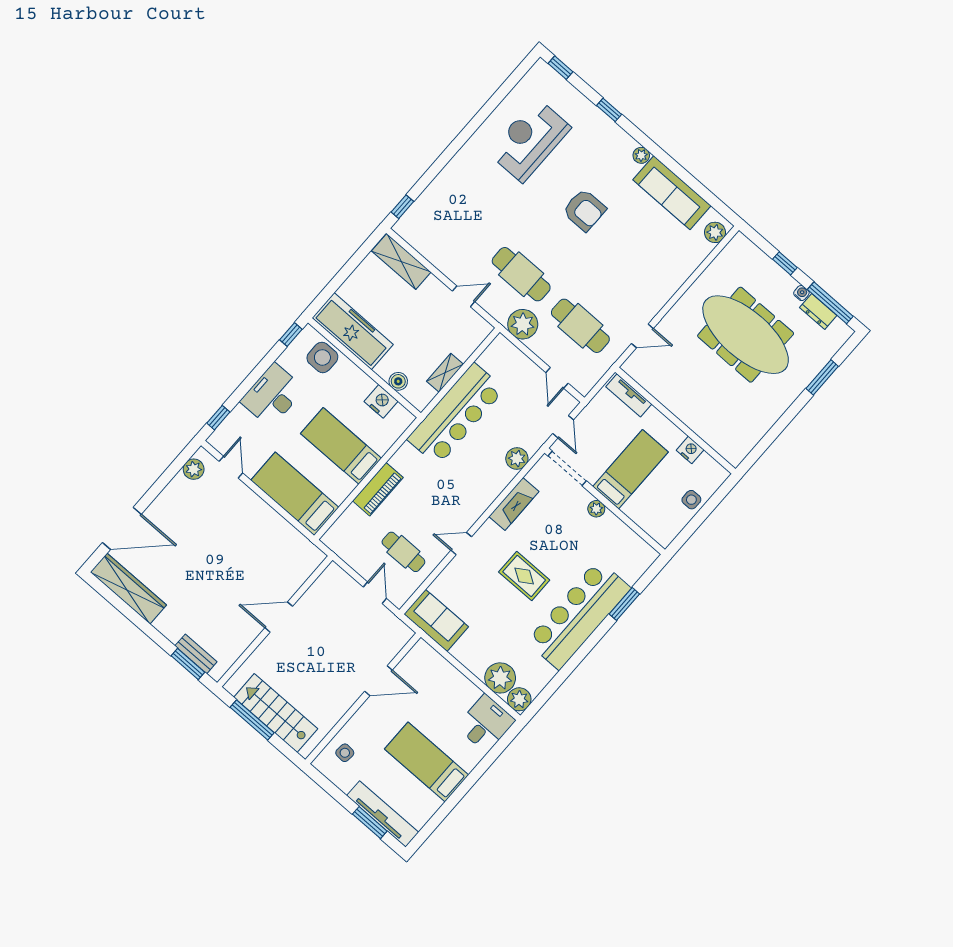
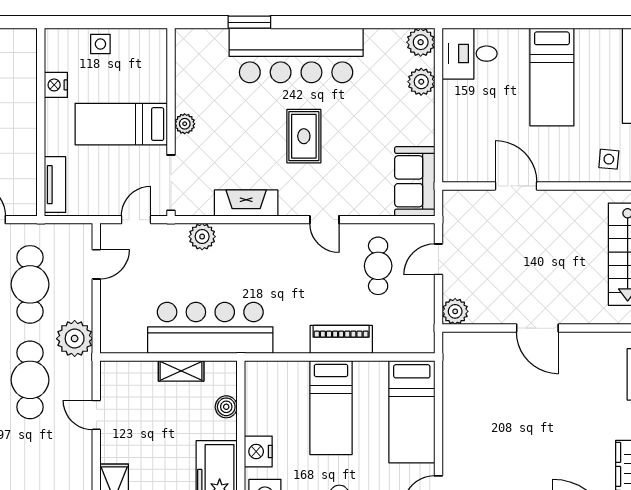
nightstand: (381, 401) -> (258, 452), moved
plant: (334, 575) -> (455, 311), added
plant: (500, 678) -> (421, 82), width x0.73, depth x0.73

